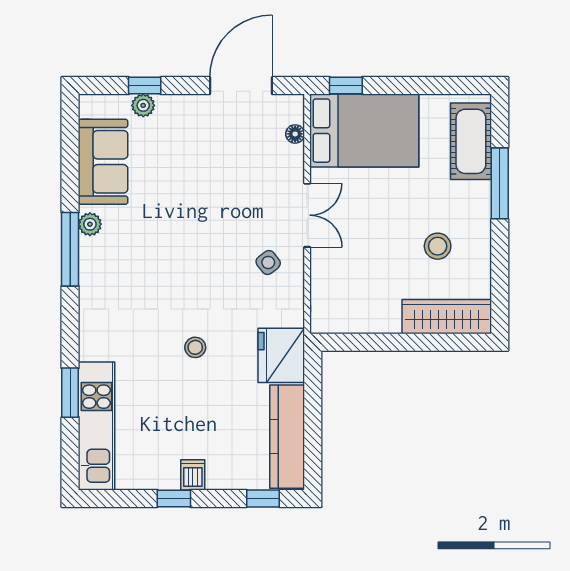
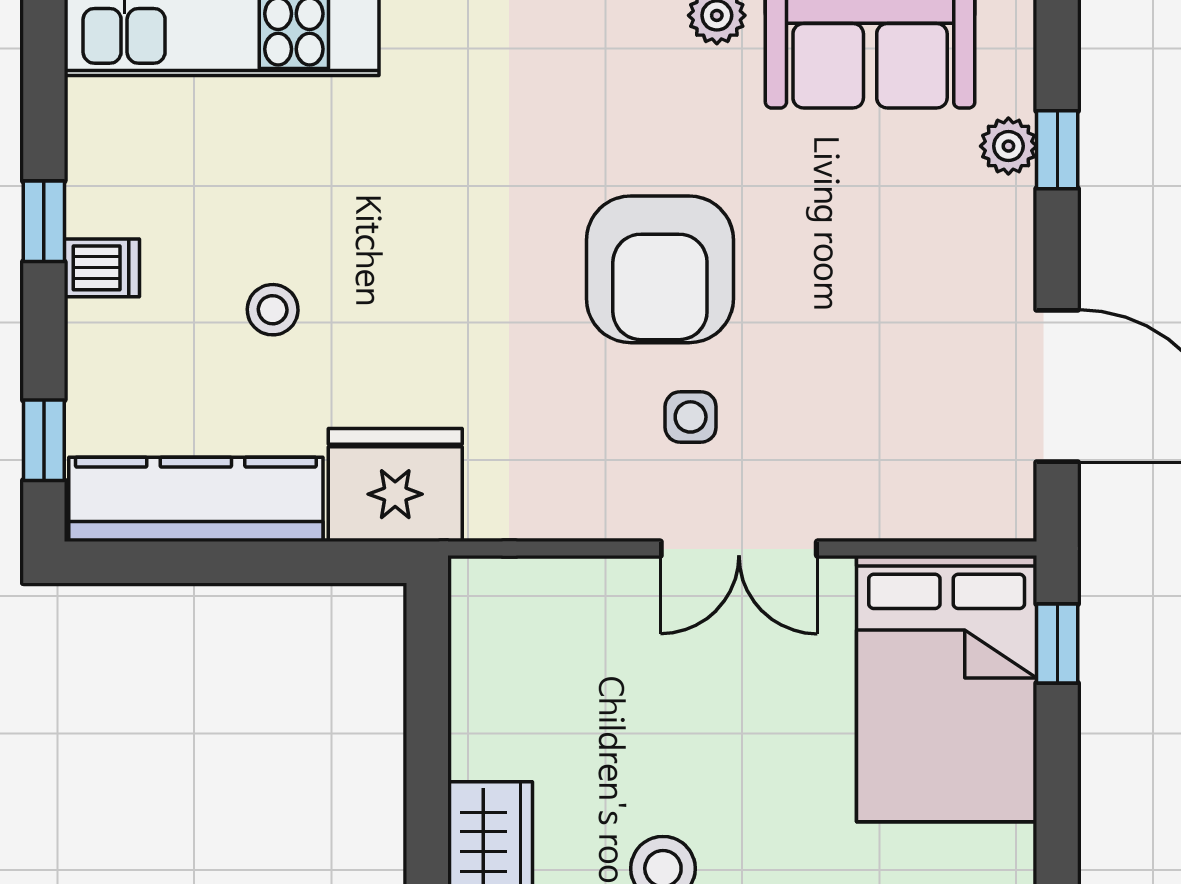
floor lamp: (295, 134) -> (938, 519), removed
armchair: (193, 247) -> (660, 269), added
side table: (268, 262) -> (691, 417), moved, turned 38
stool: (195, 347) -> (273, 310), moved

